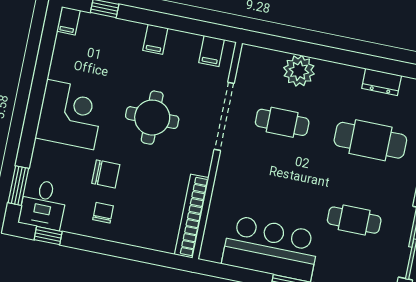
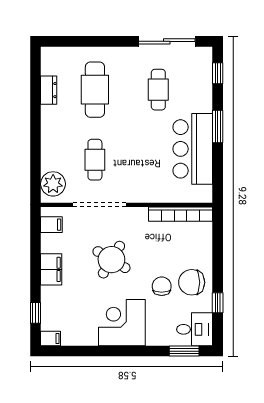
filing cabinet: (155, 39) -> (51, 269), width x2.00
plant: (299, 71) -> (53, 184), moved
round table: (152, 118) -> (111, 260), turned 31
chair: (103, 213) -> (192, 282), width x1.87, depth x1.87
window: (48, 236) -> (218, 303), moved

